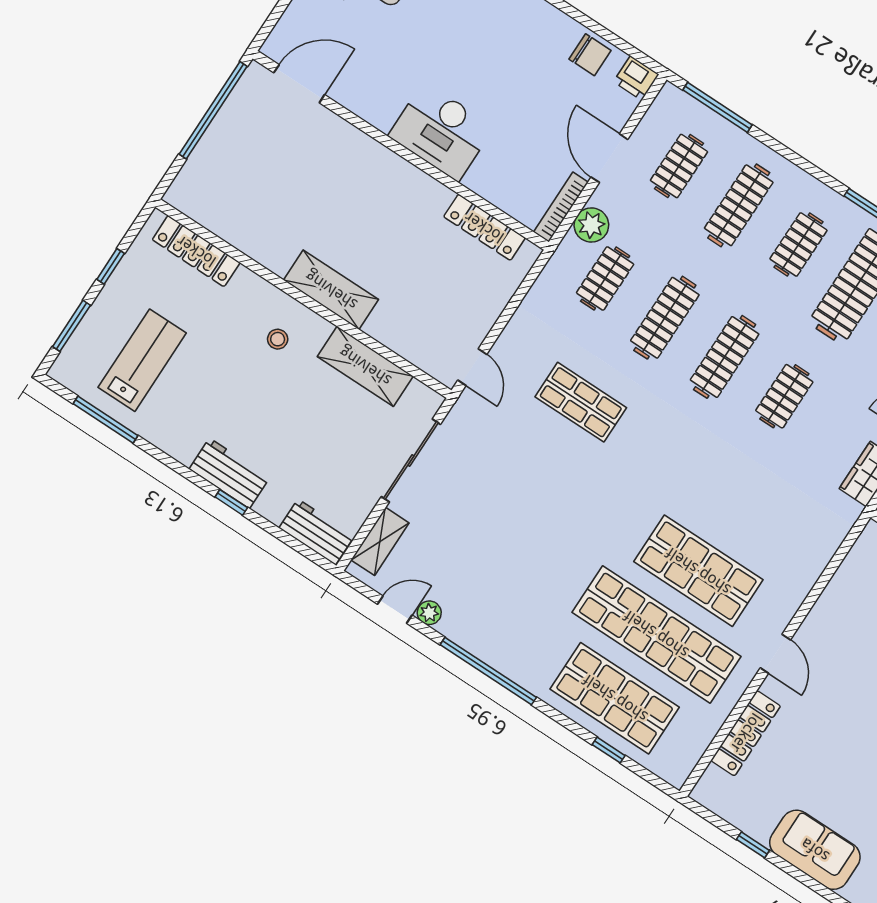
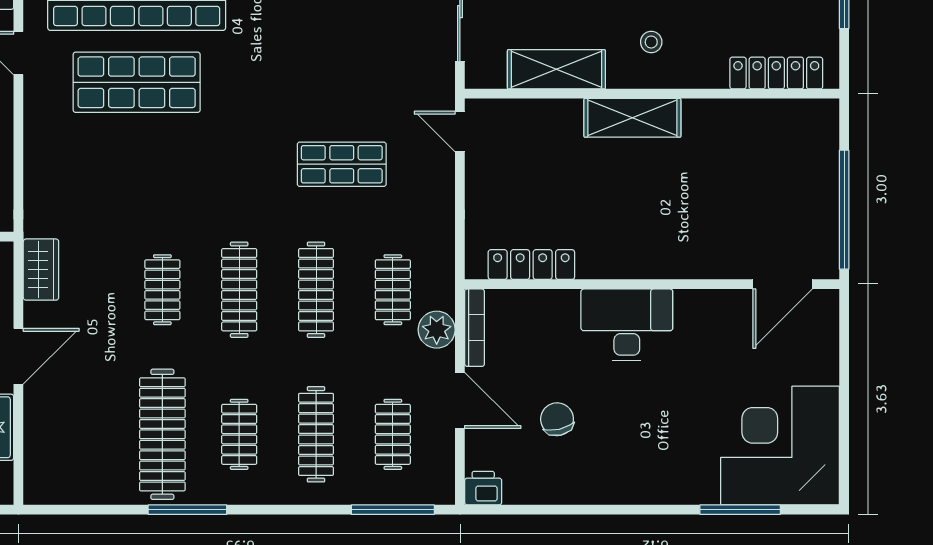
chair: (590, 55) -> (557, 419), moved, turned 77

